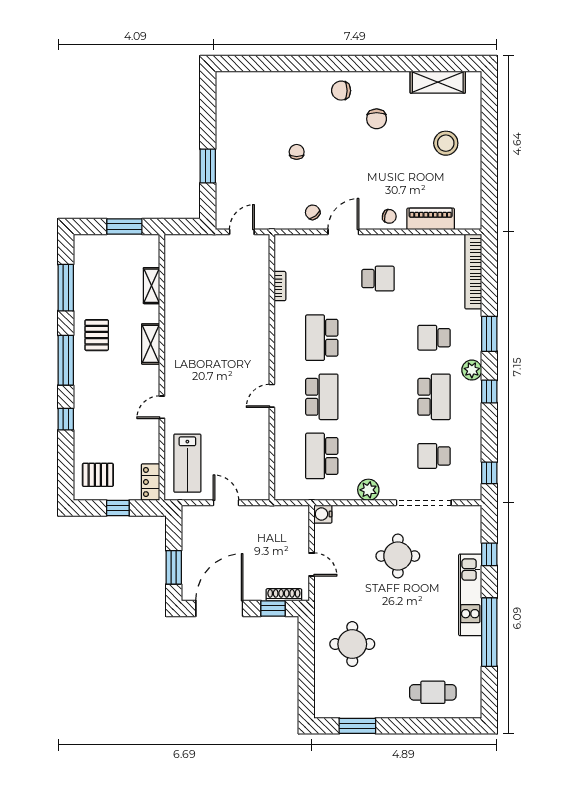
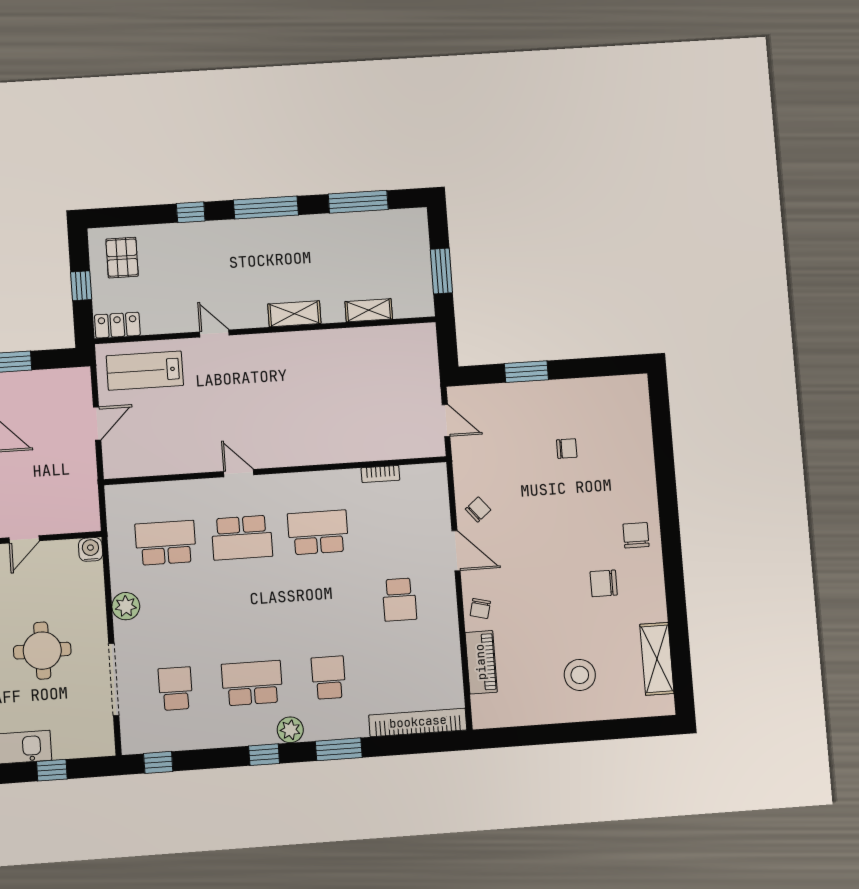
chair: (297, 152) -> (567, 449), moved
pallet: (97, 335) -> (301, 245), removed
school desk: (434, 397) -> (252, 683), turned 180

